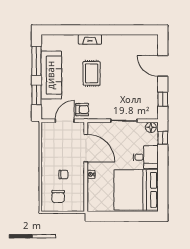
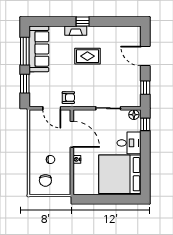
window: (97, 30) -> (83, 22), added
rug: (92, 73) -> (87, 56), moved, turned 90
sofa: (51, 75) -> (39, 49), moved
door: (65, 121) -> (52, 108), swing flipped

